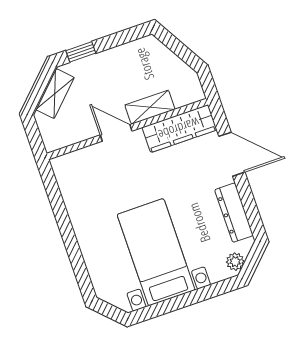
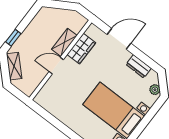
wardrobe: (179, 129) -> (81, 49), width x0.67
dresser: (234, 213) -> (139, 66), width x0.70

